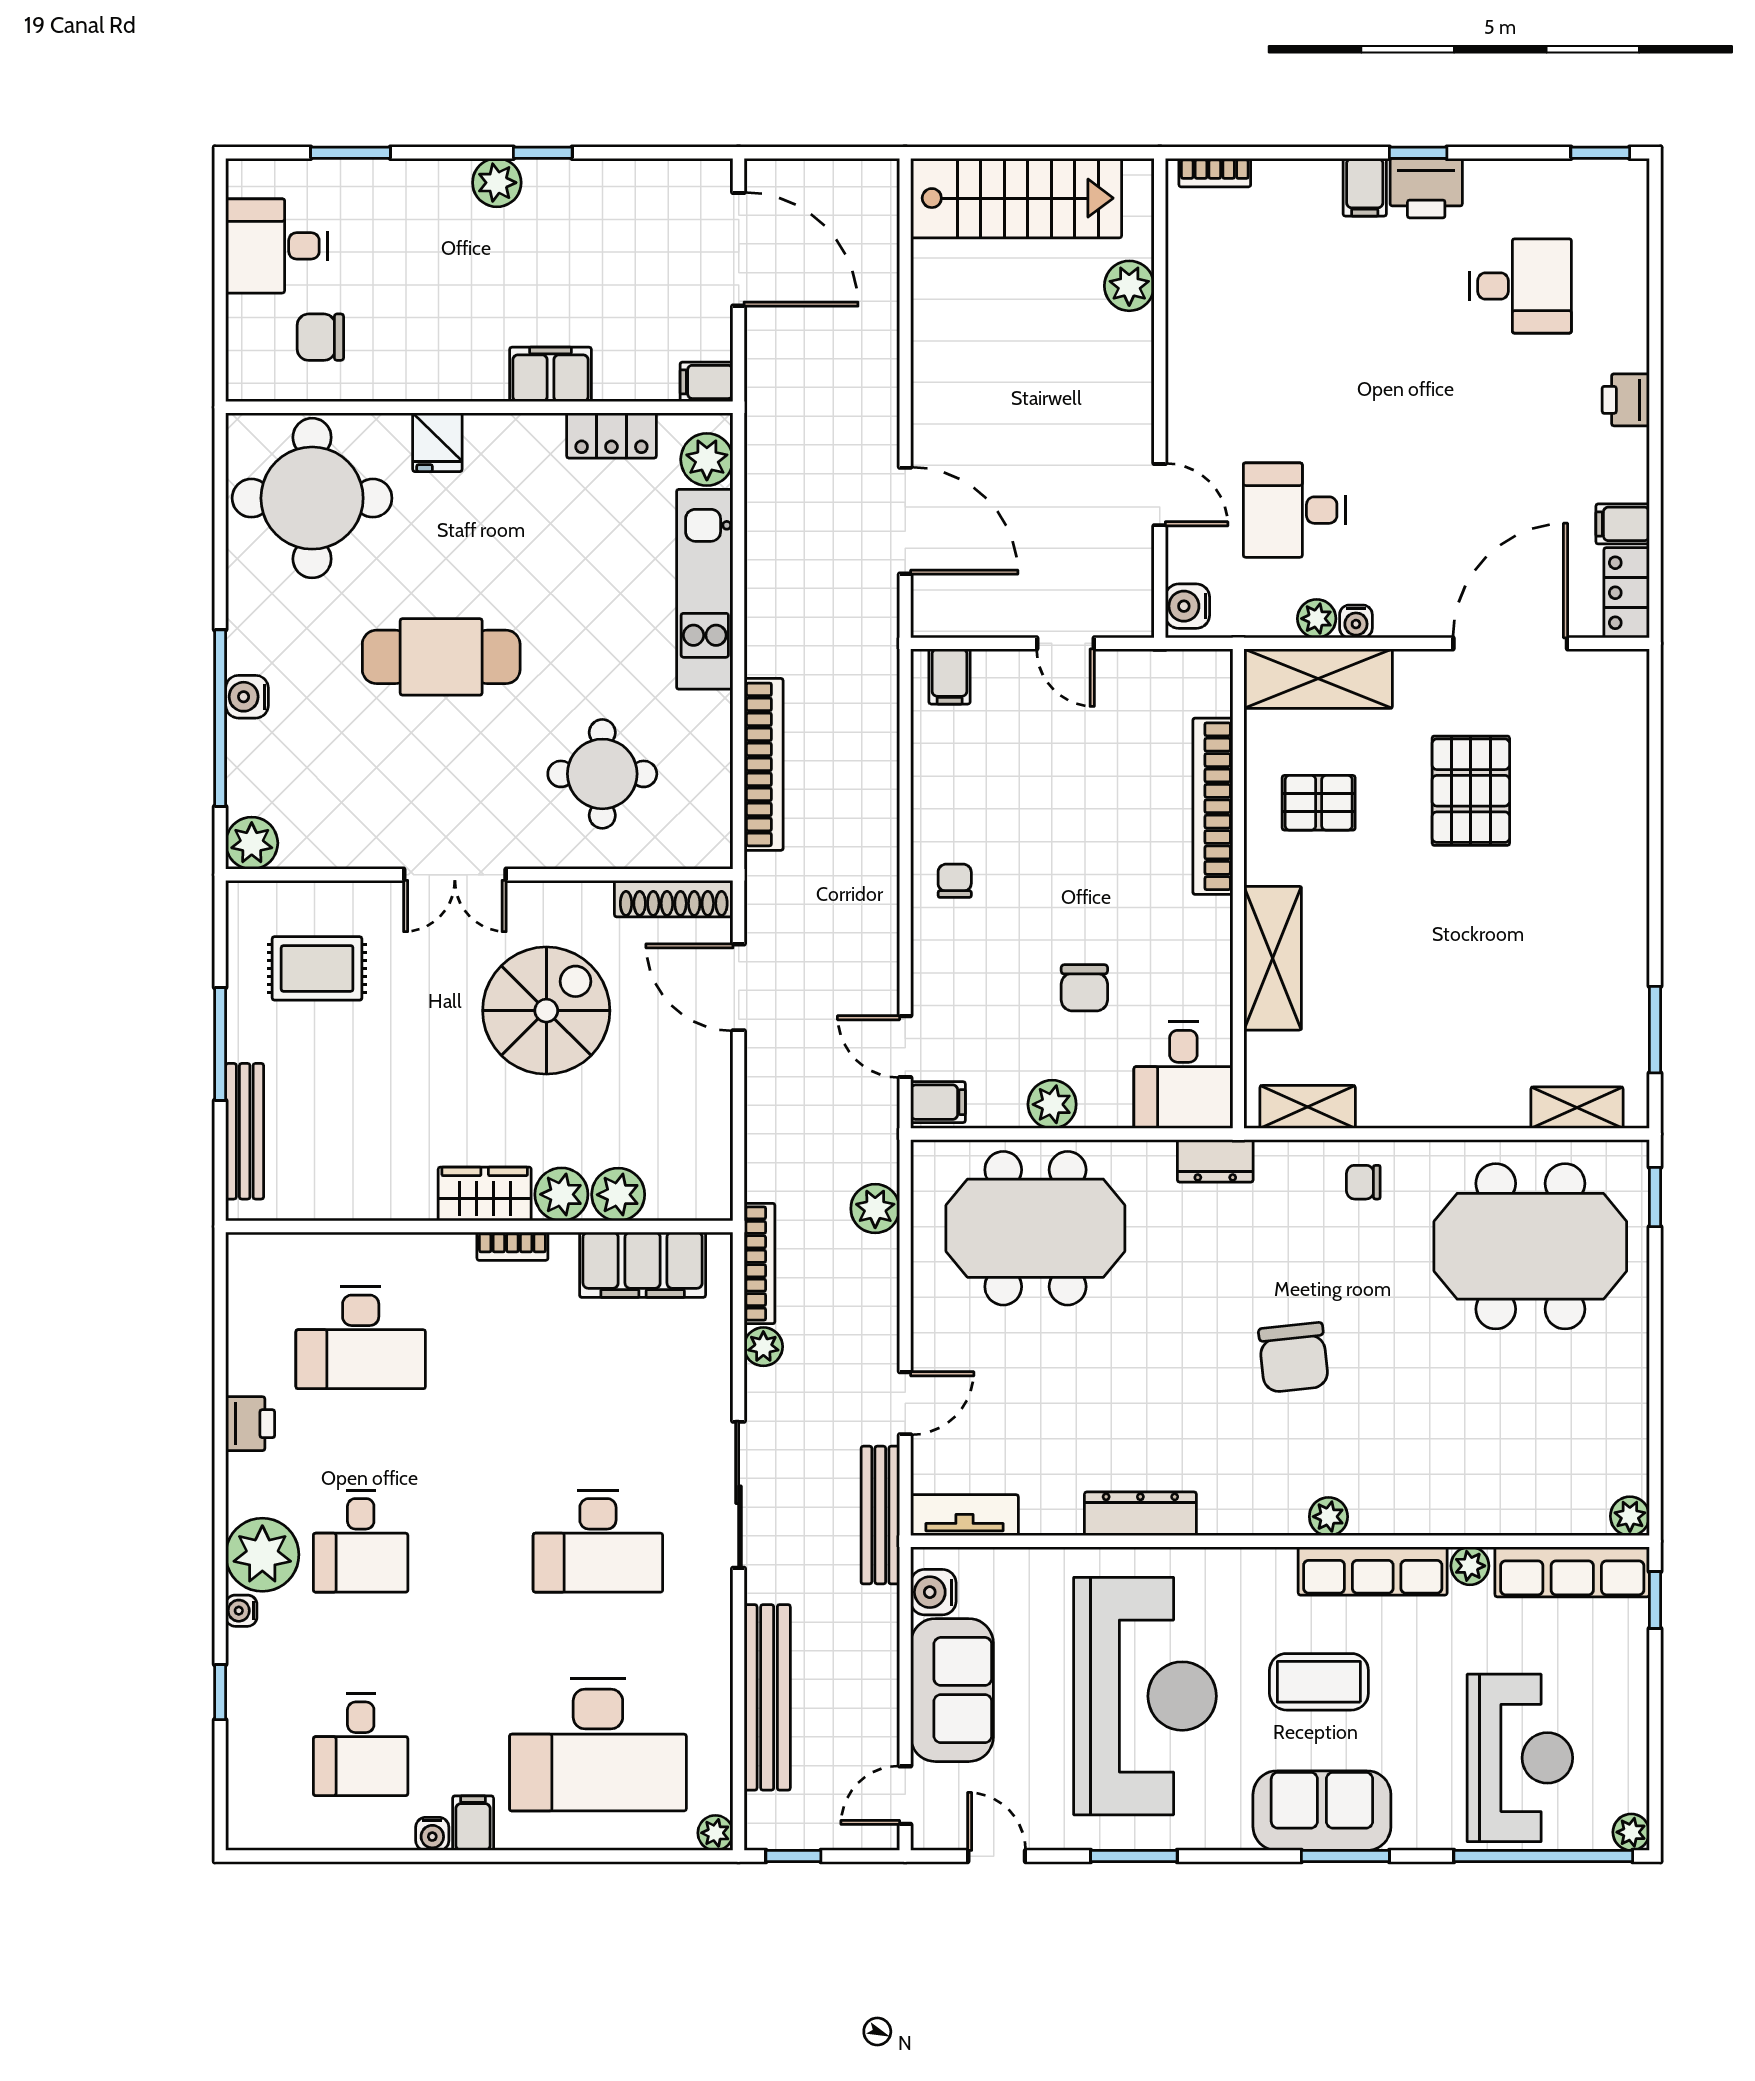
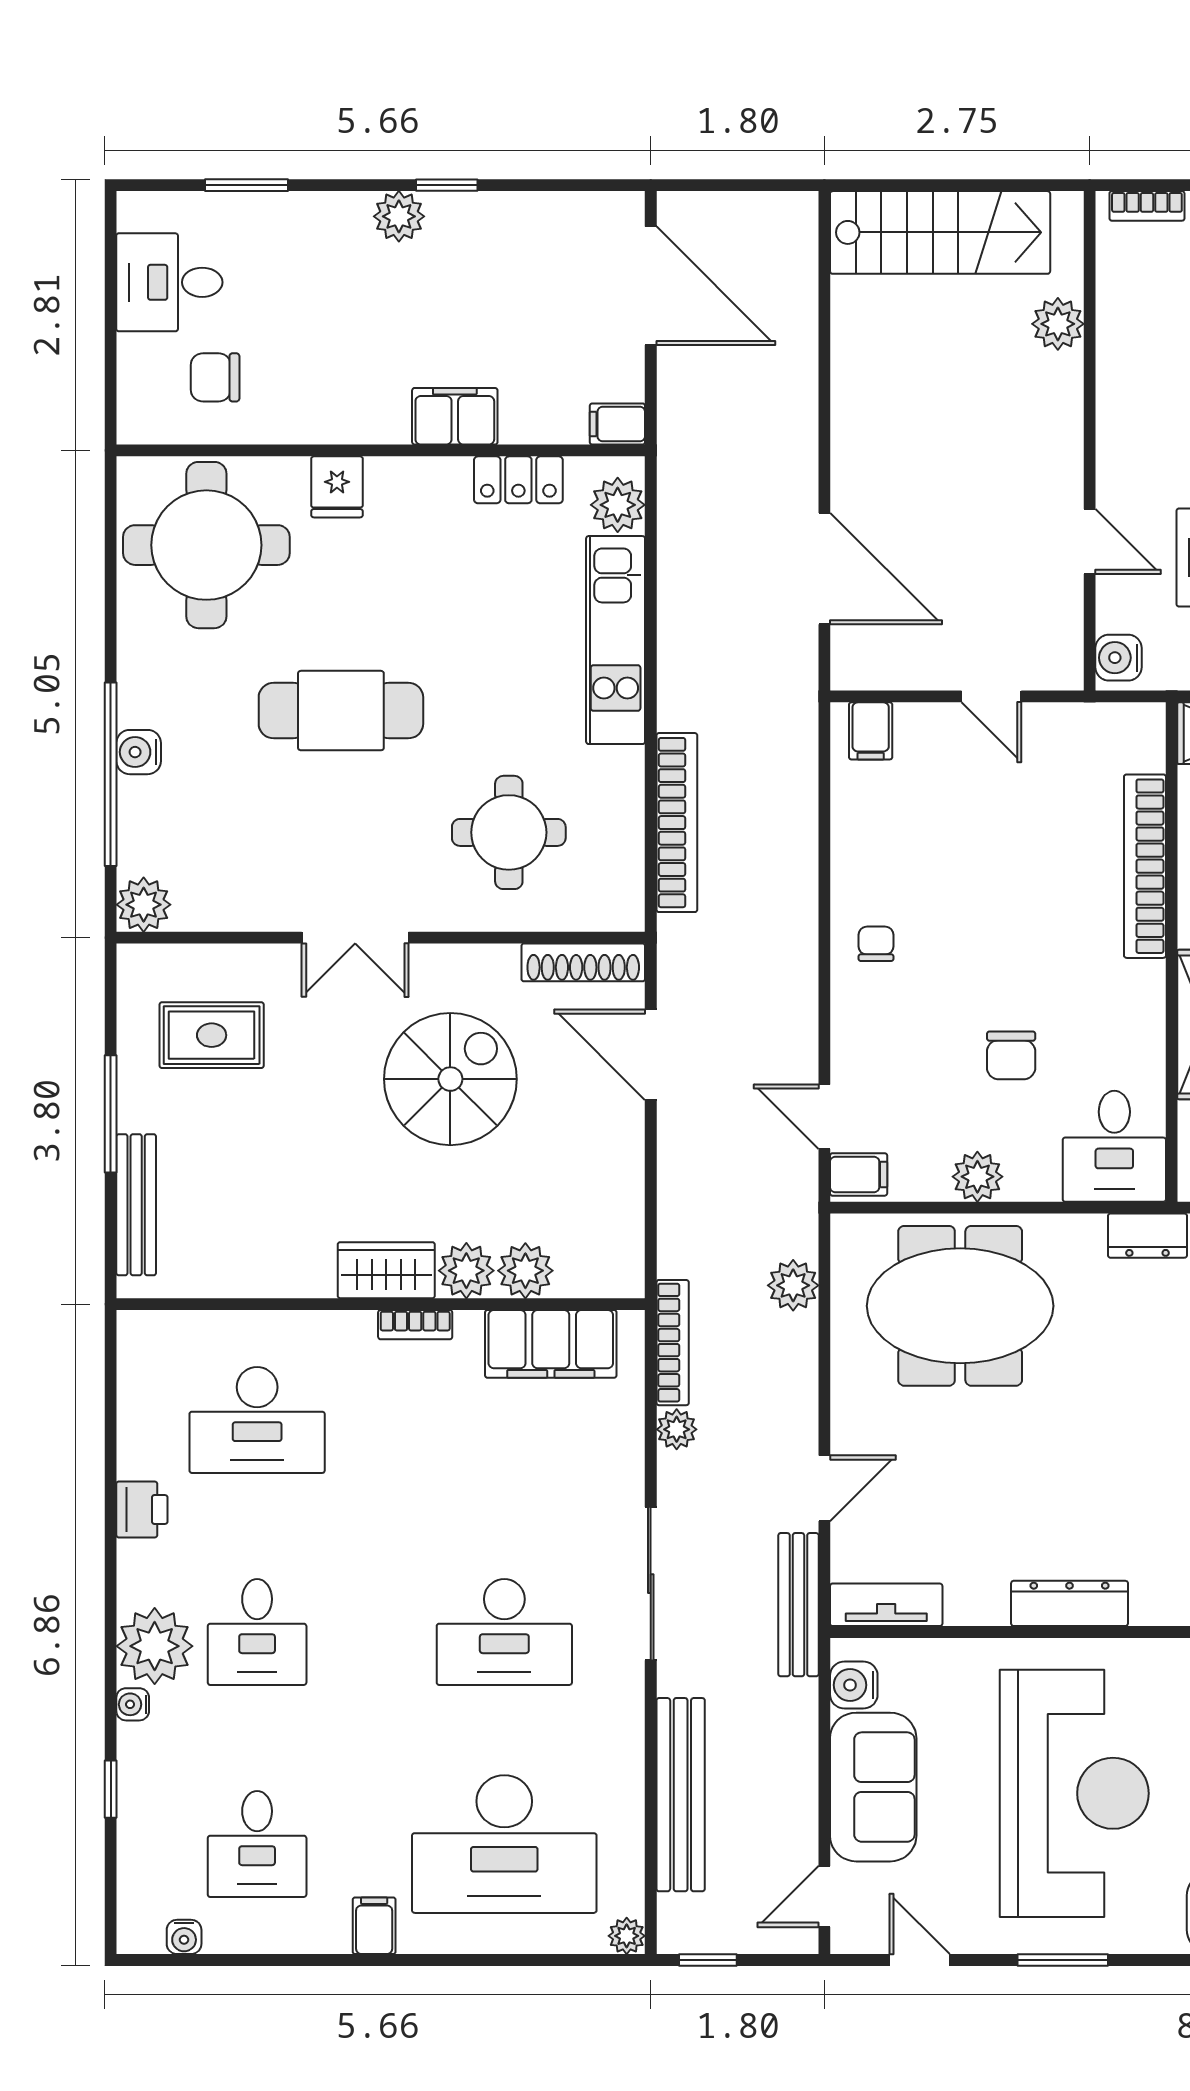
water cooler: (432, 1834) -> (184, 1937), moved

